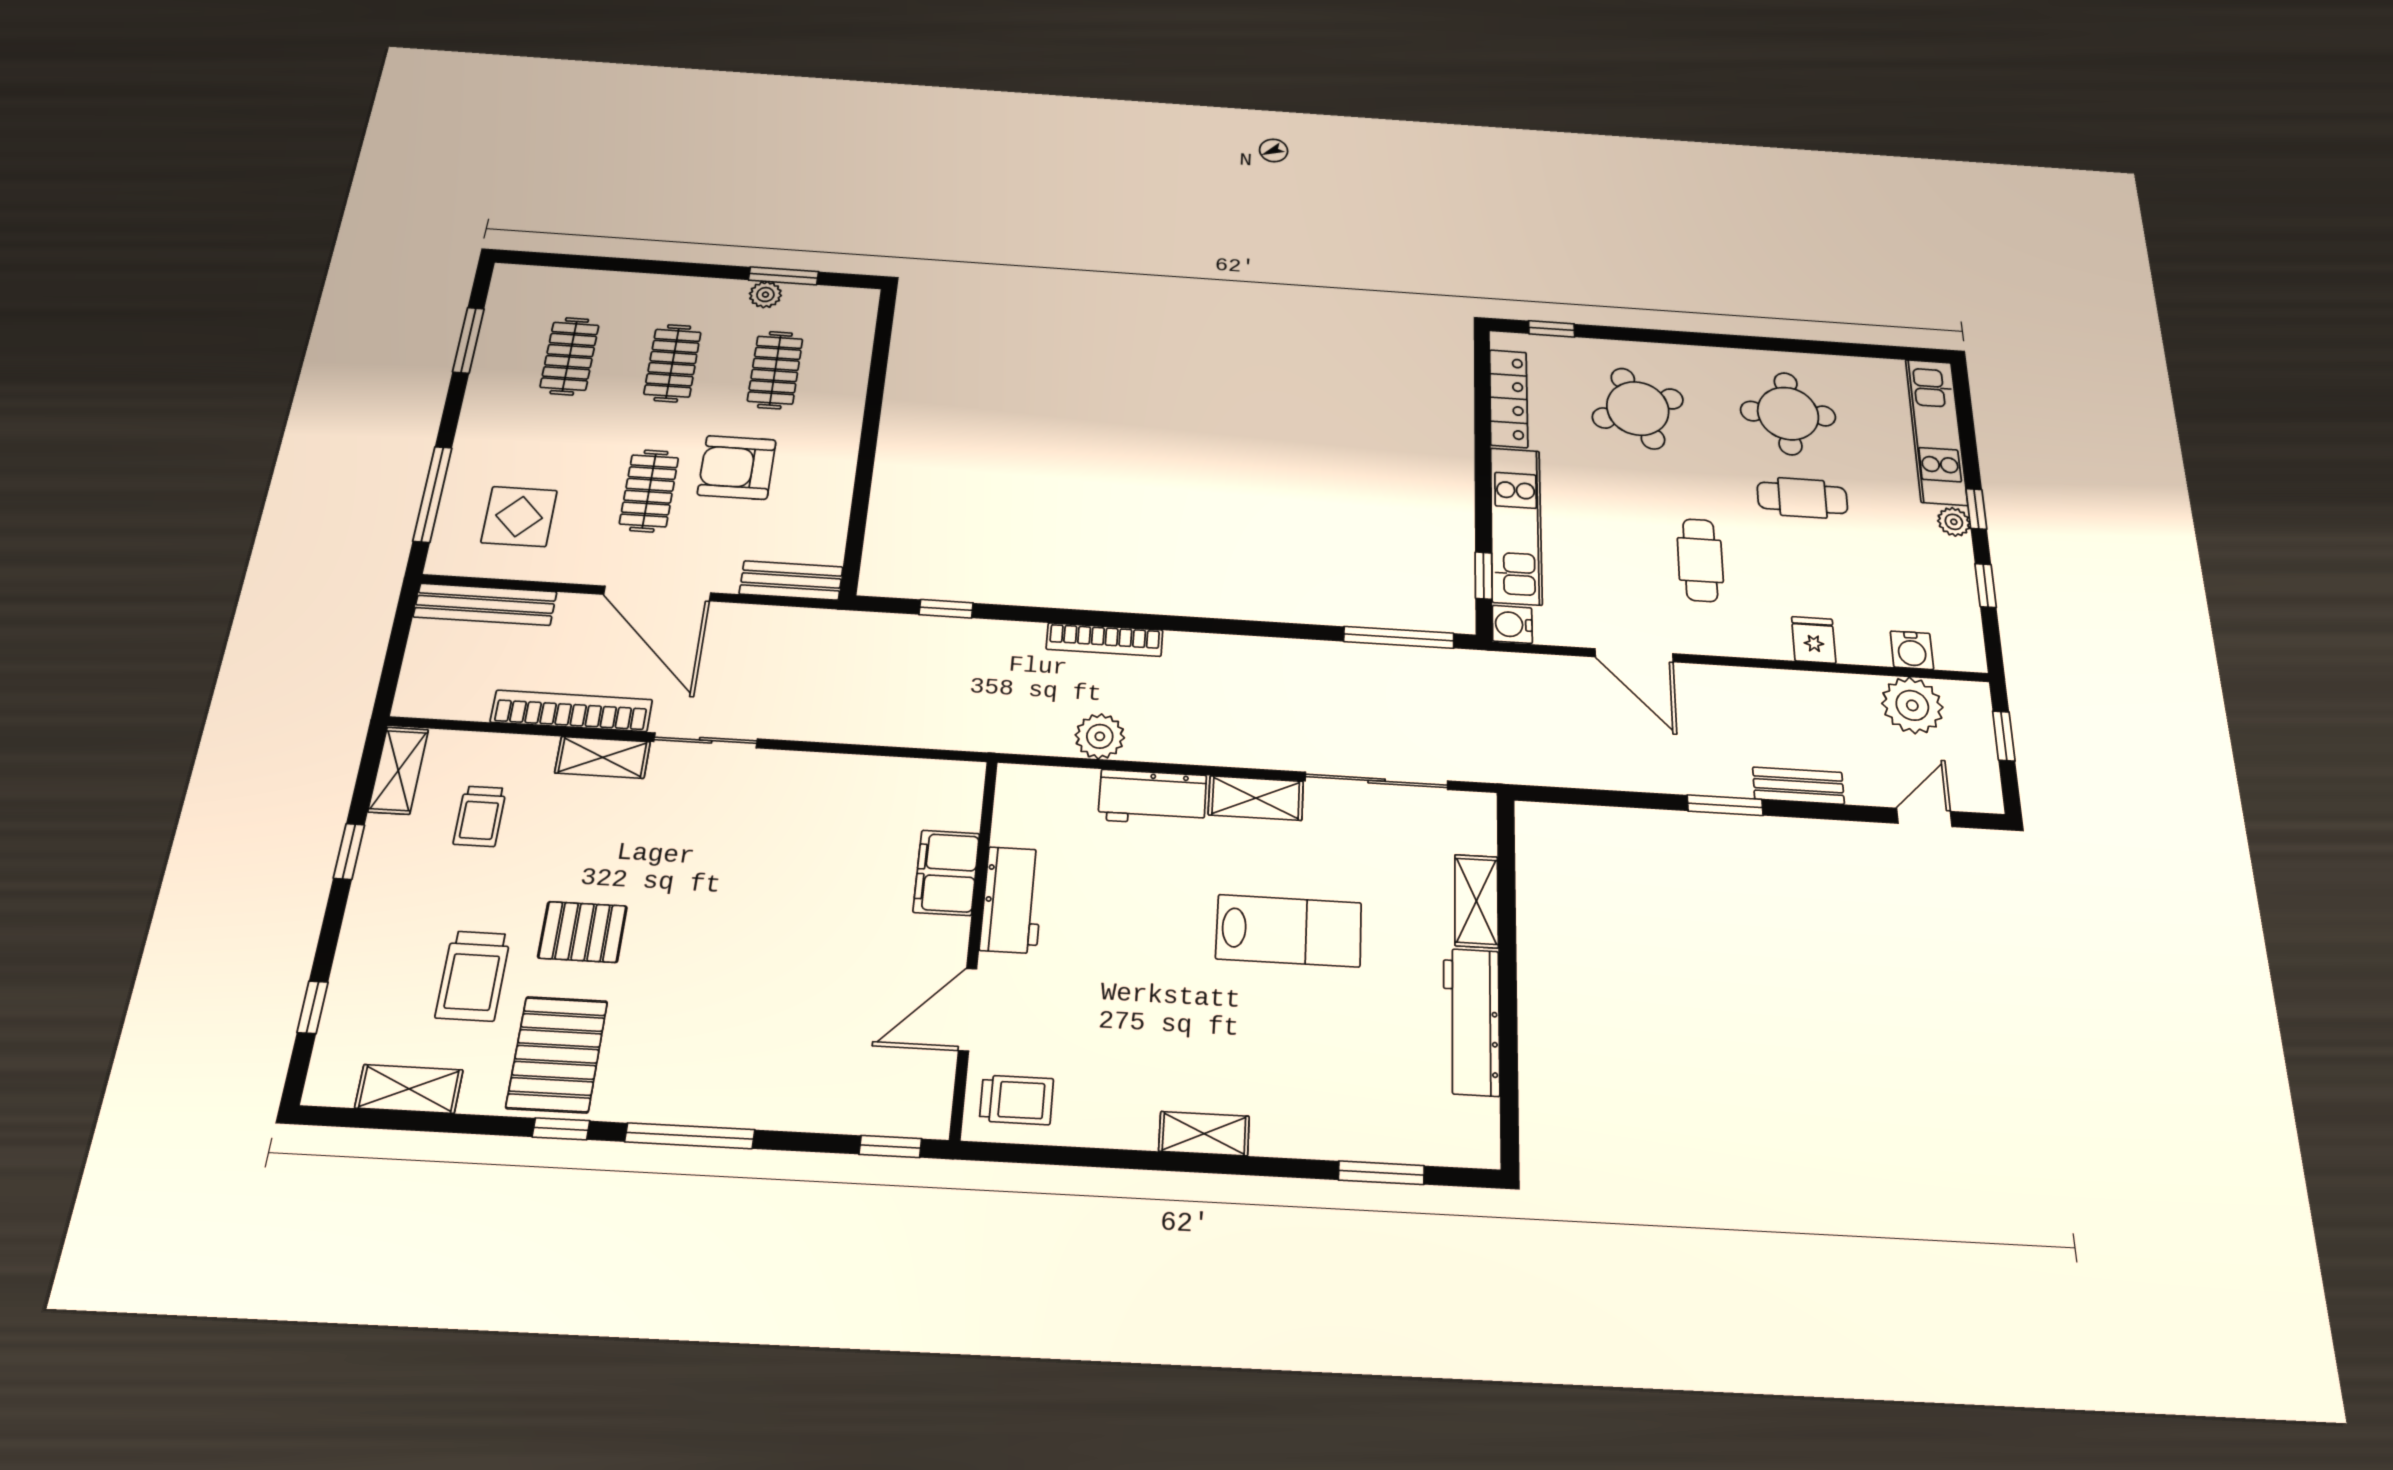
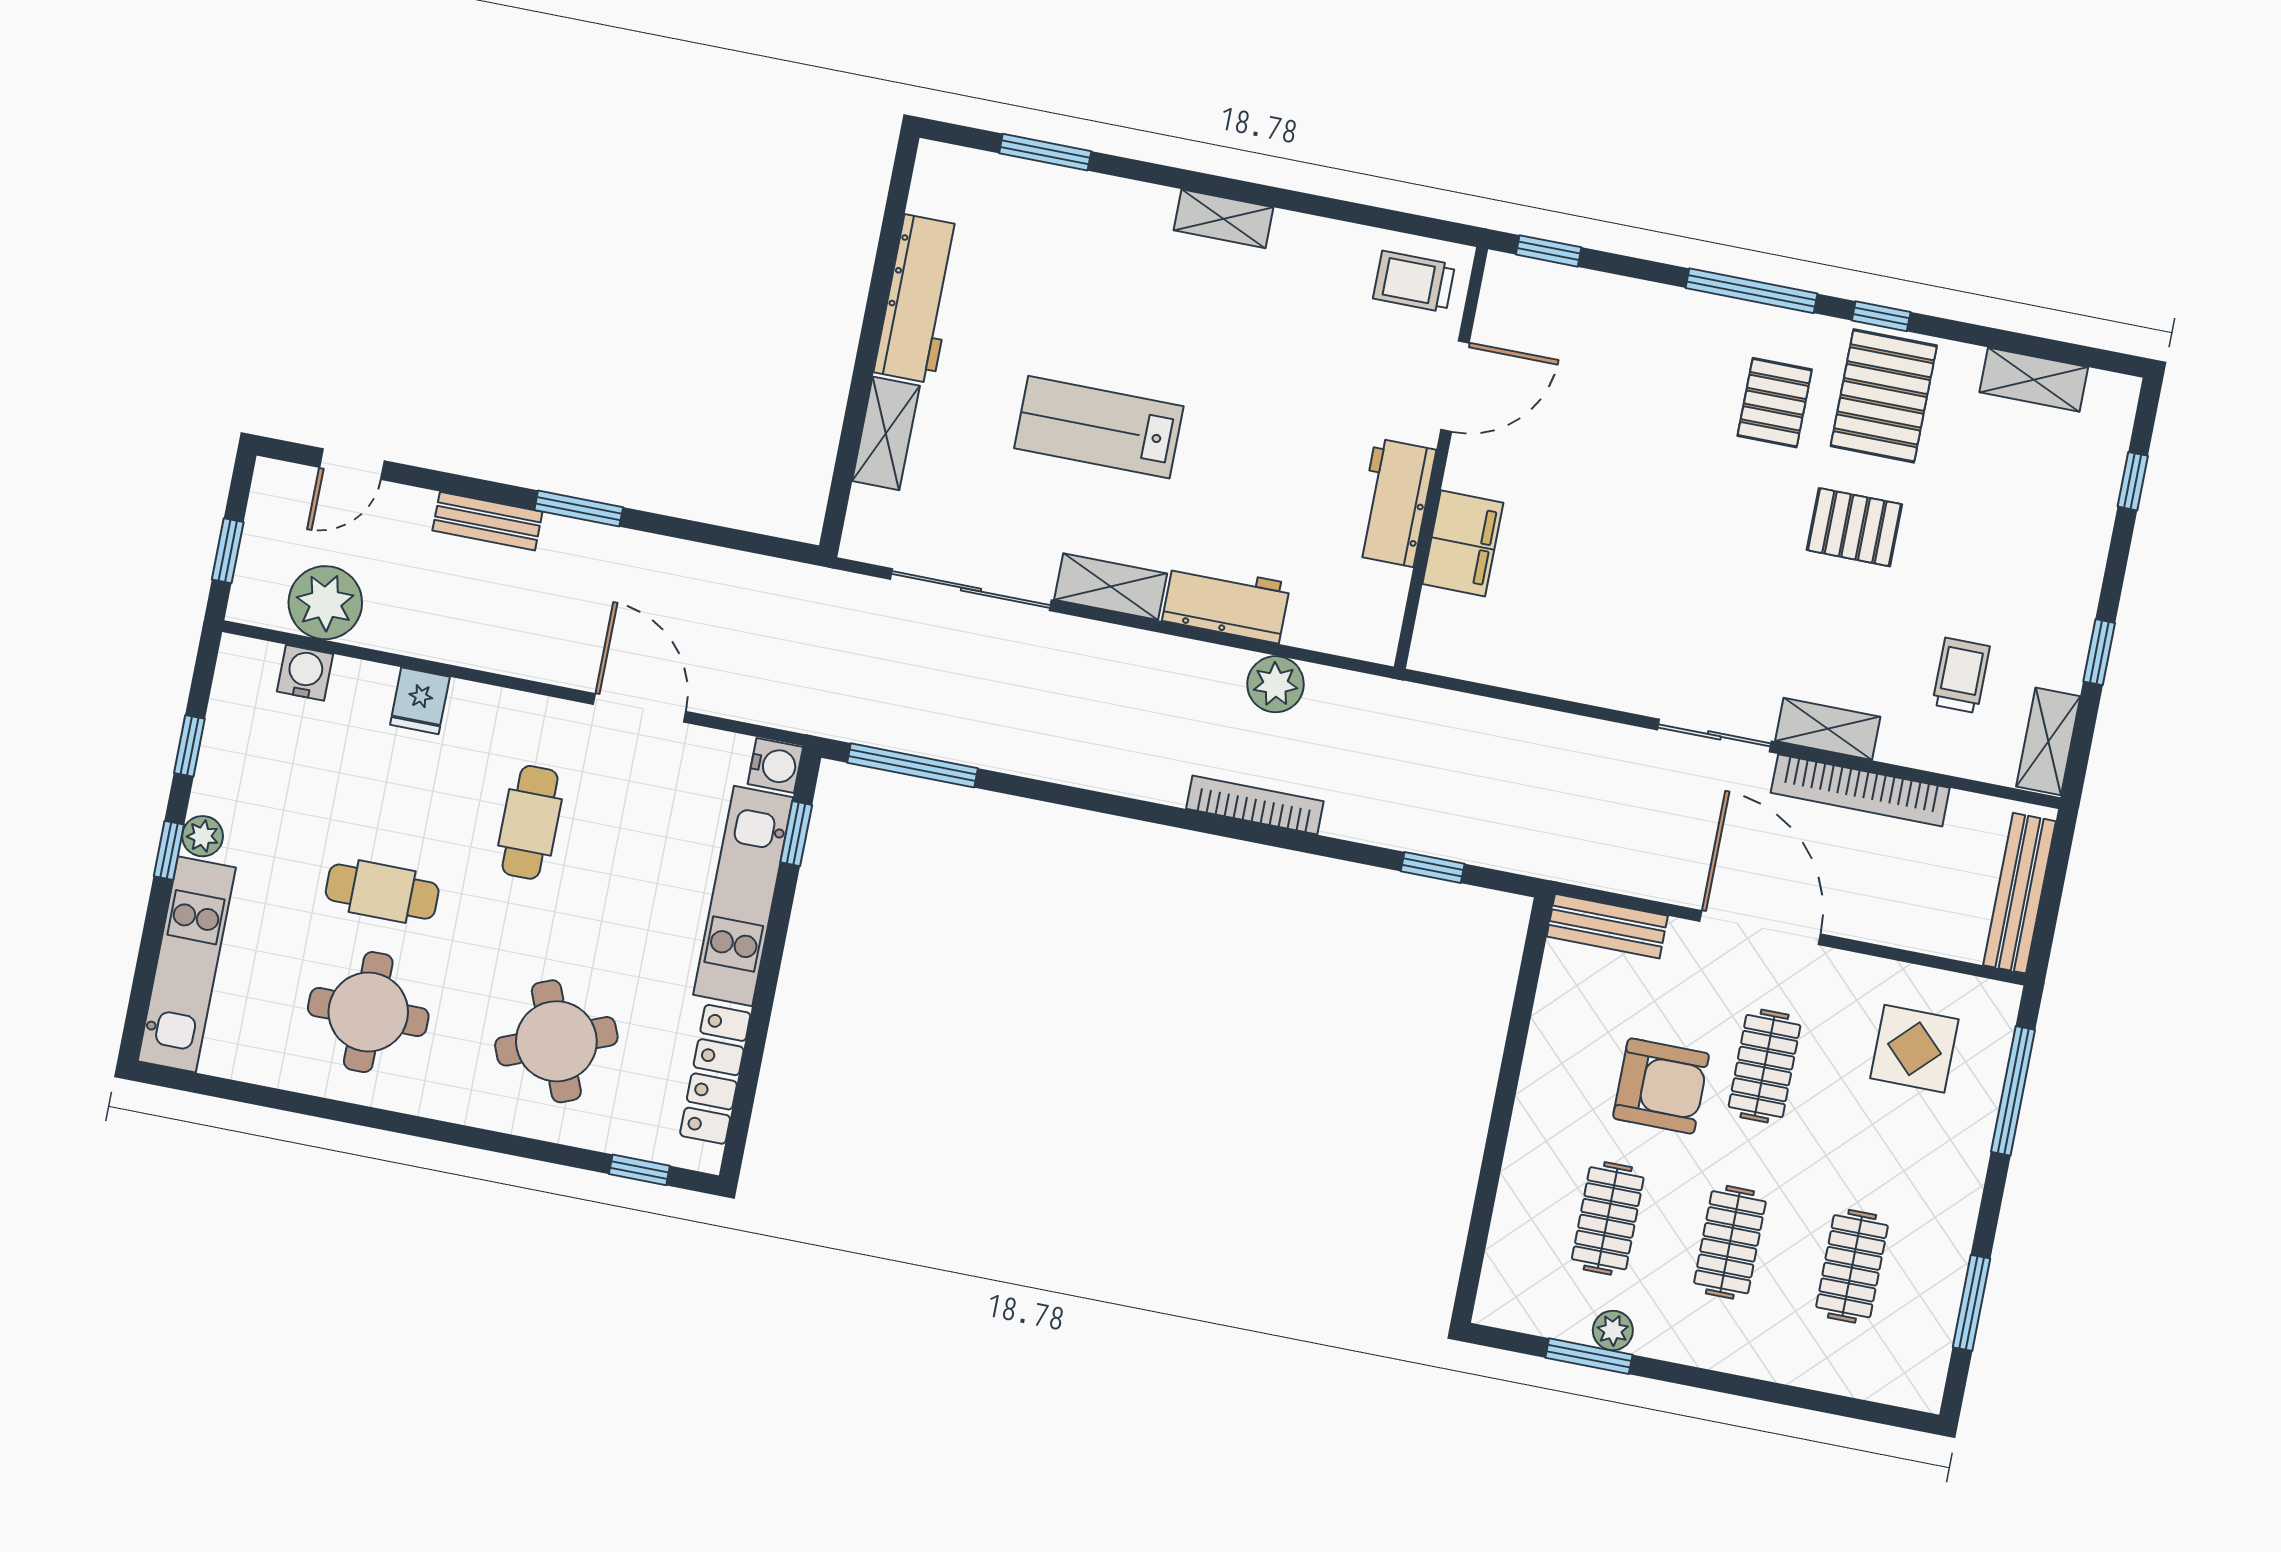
bench: (485, 604) -> (2020, 893), moved, turned 90
trolley: (473, 976) -> (1969, 493), removed
pallet: (663, 1034) -> (1775, 403), added

